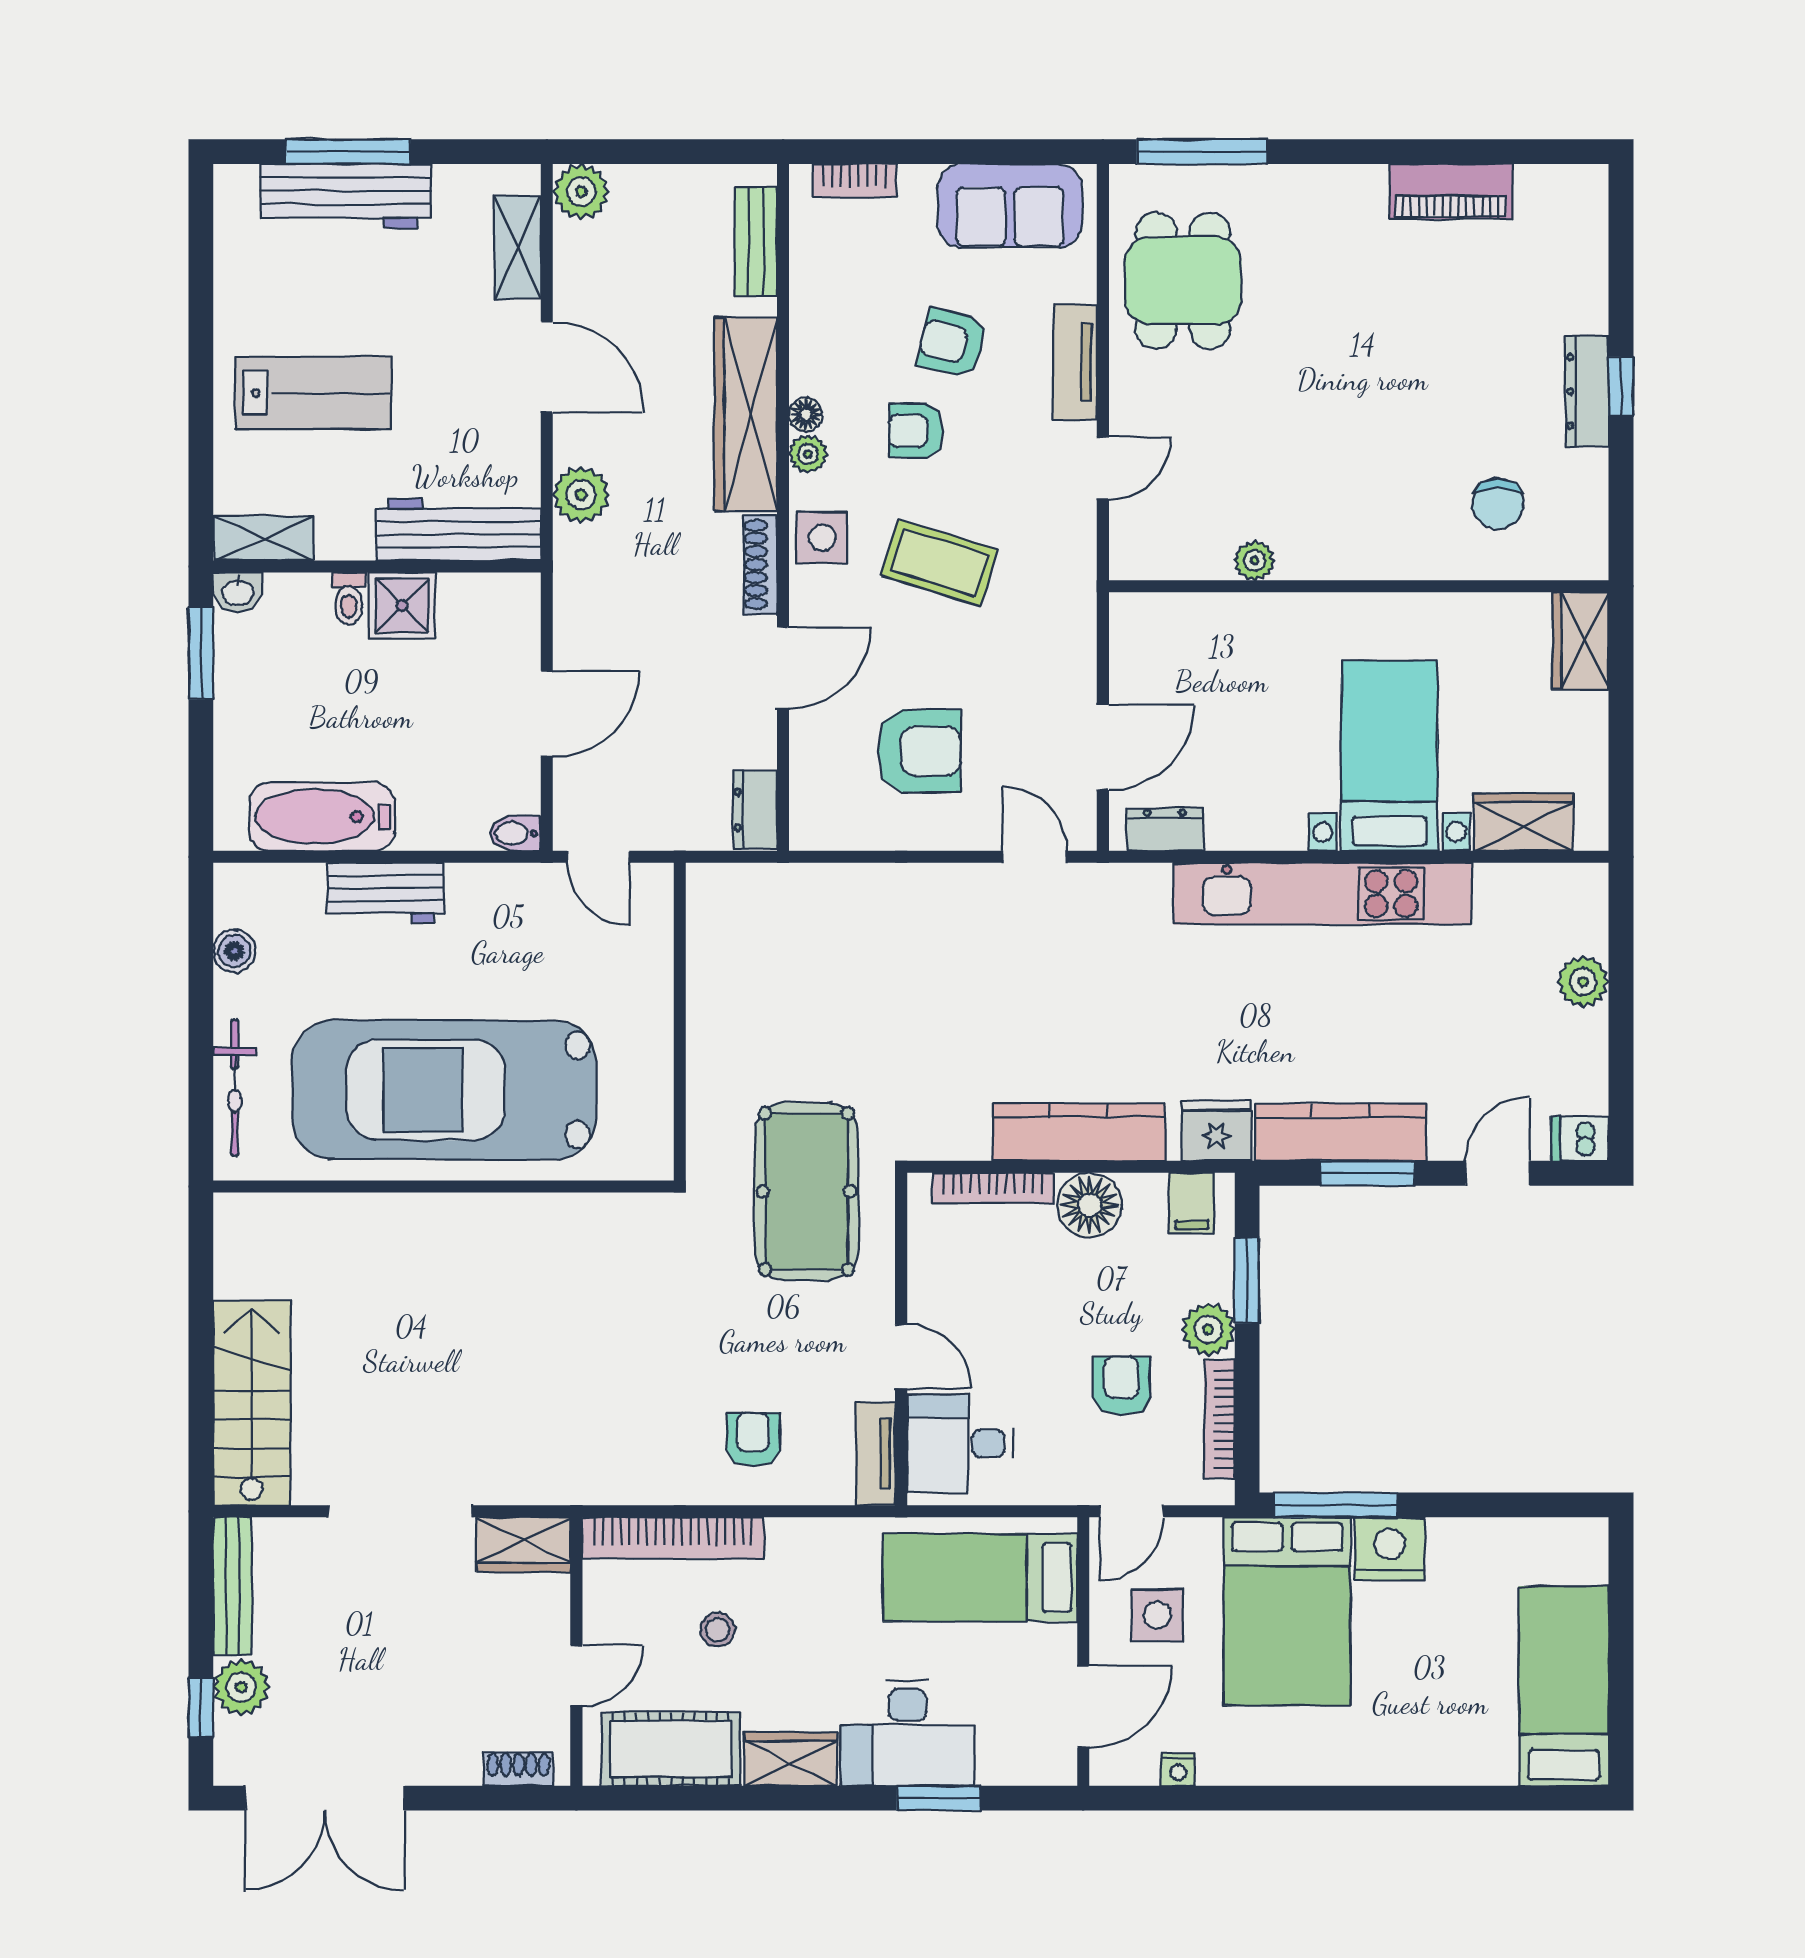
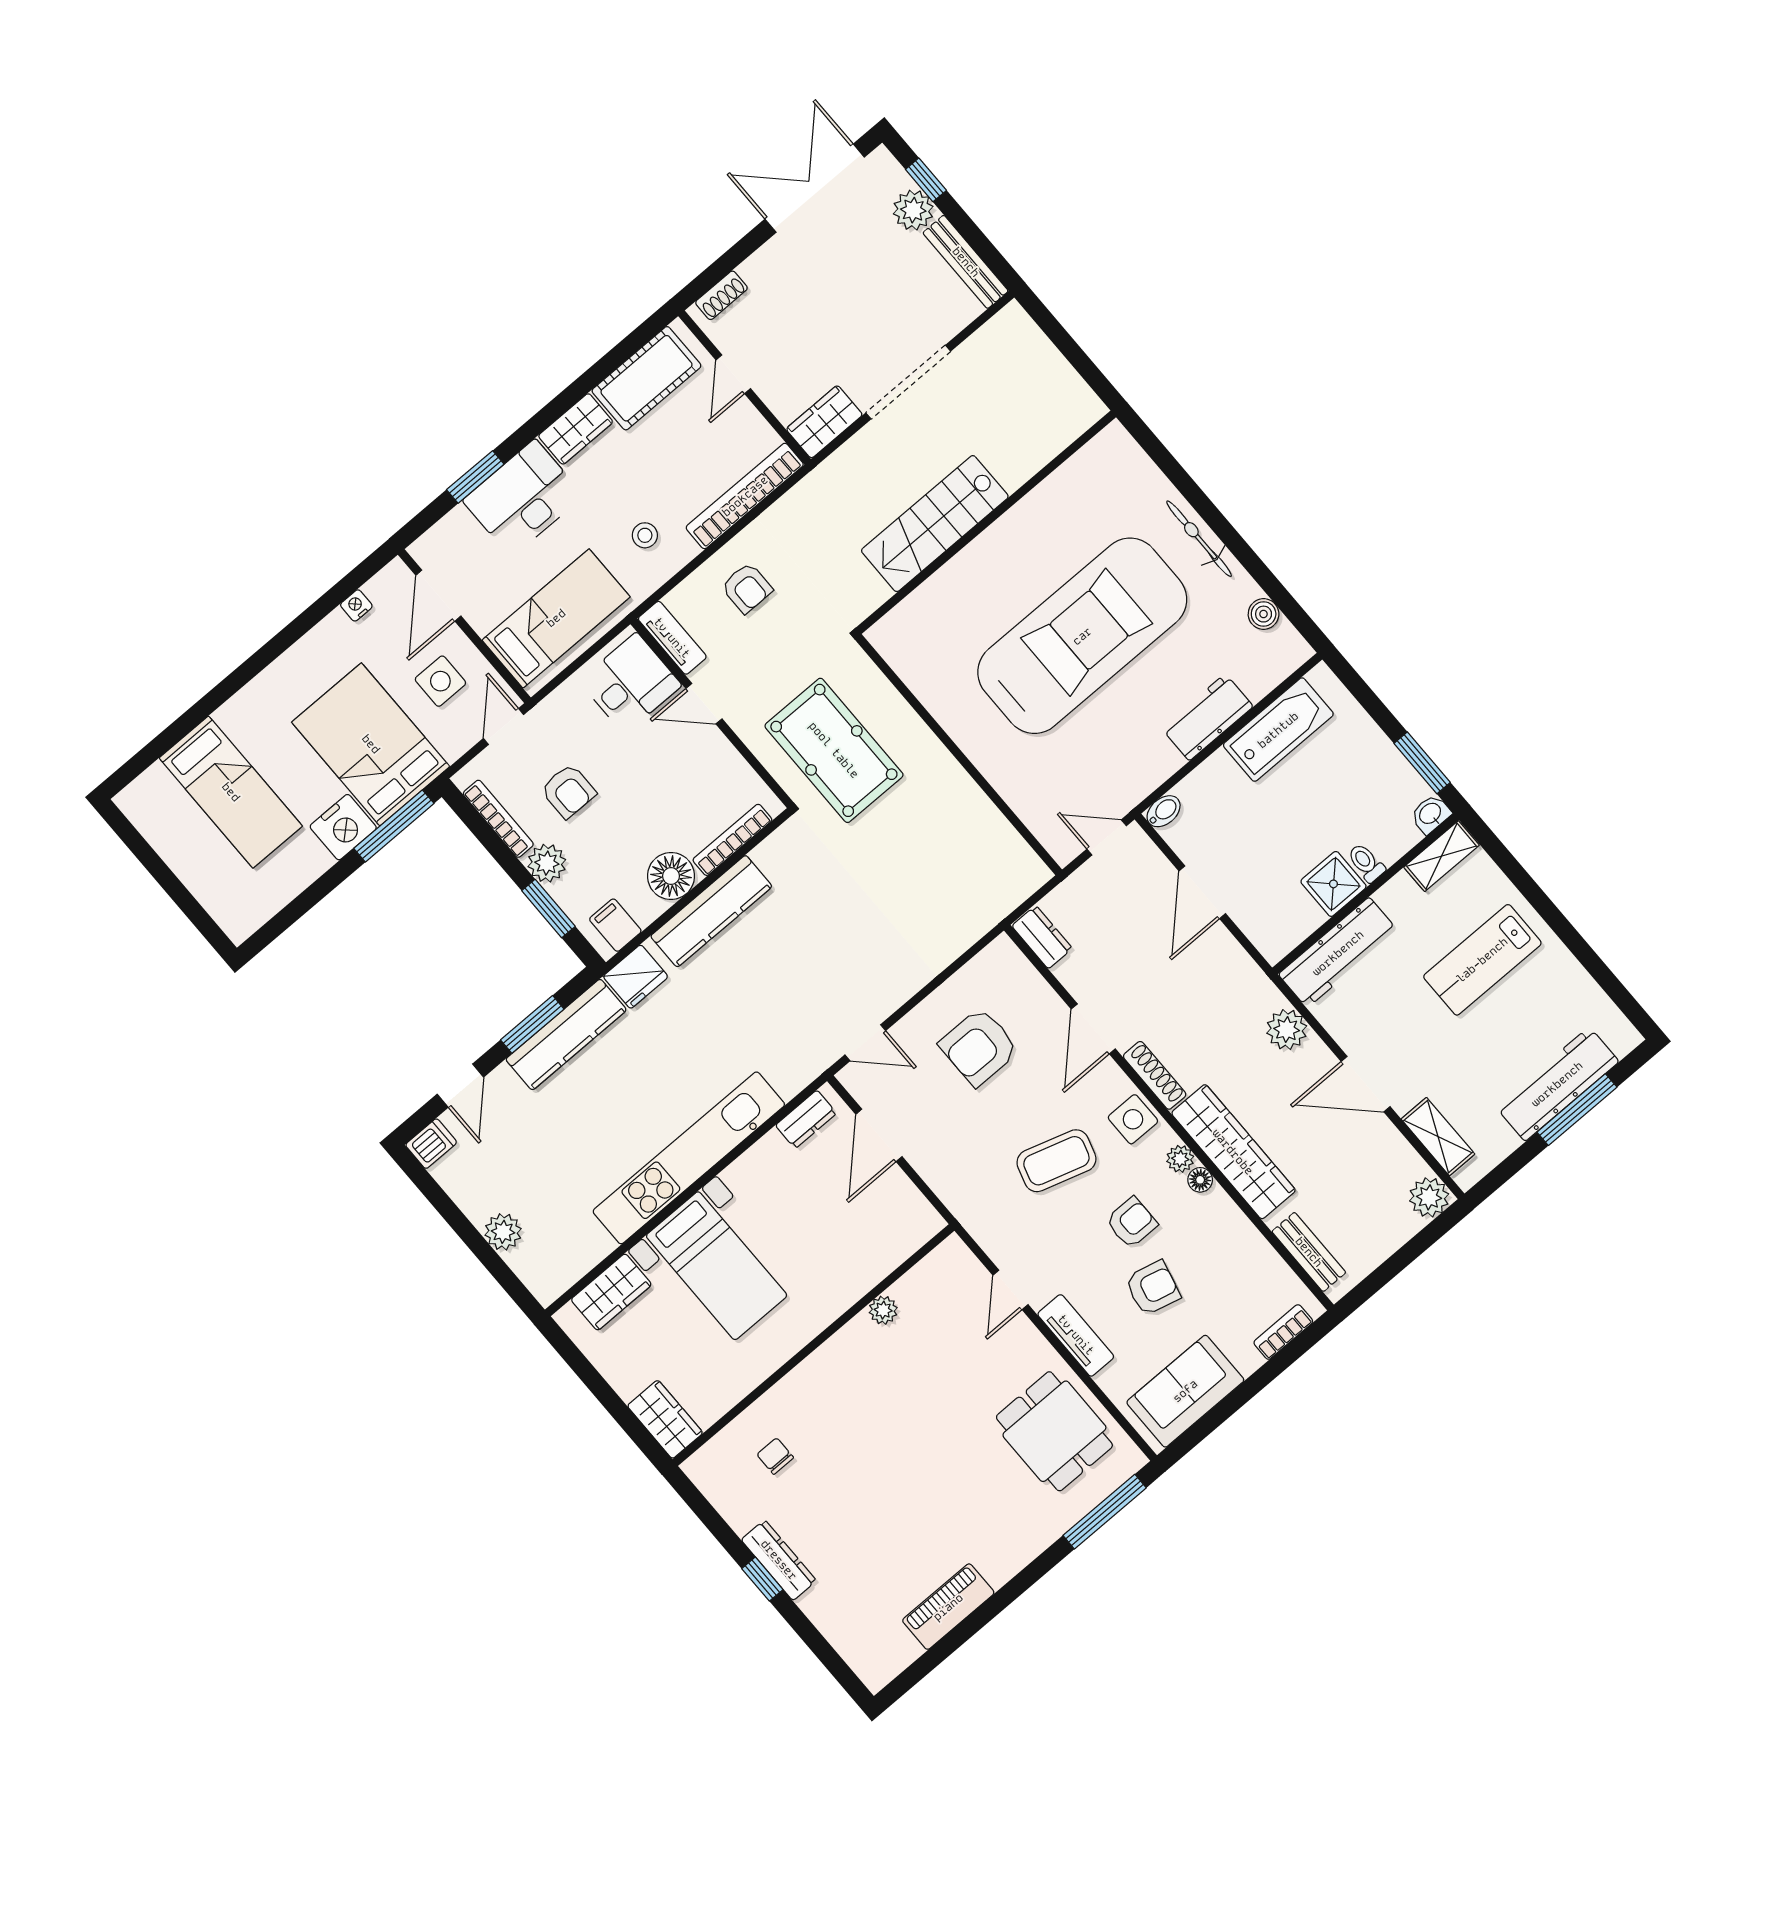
chair: (1498, 504) -> (775, 1456), width x0.73, depth x0.73
wall: (443, 1187) -> (986, 522), moved
stairs: (252, 1403) -> (935, 524), moved, turned 90
stool: (718, 1630) -> (645, 535), moved
bed: (1564, 1686) -> (231, 792), moved

